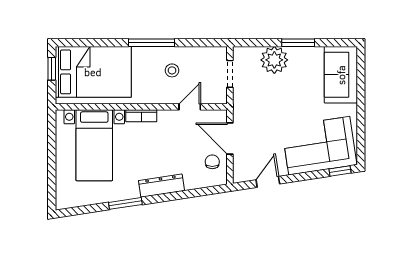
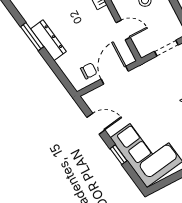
window: (340, 171) -> (119, 155), moved
window: (125, 203) -> (32, 37), moved

